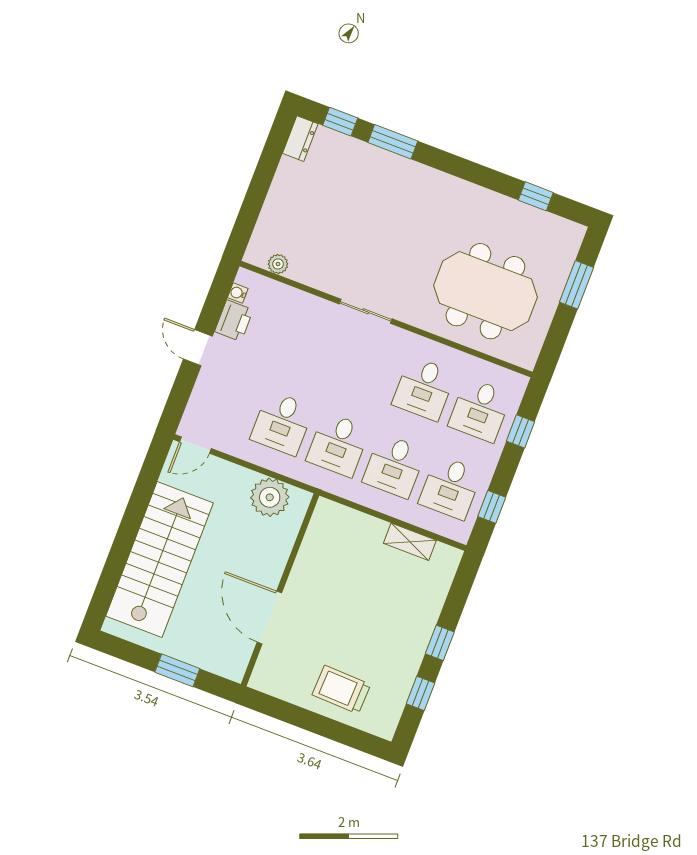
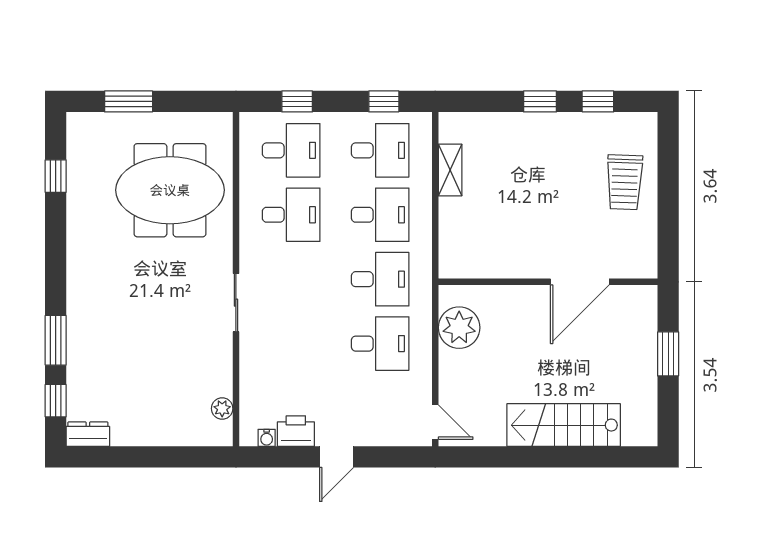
meeting table: (485, 291) -> (170, 190), turned 90
stairs: (160, 559) -> (564, 425), width x0.73, depth x0.66

